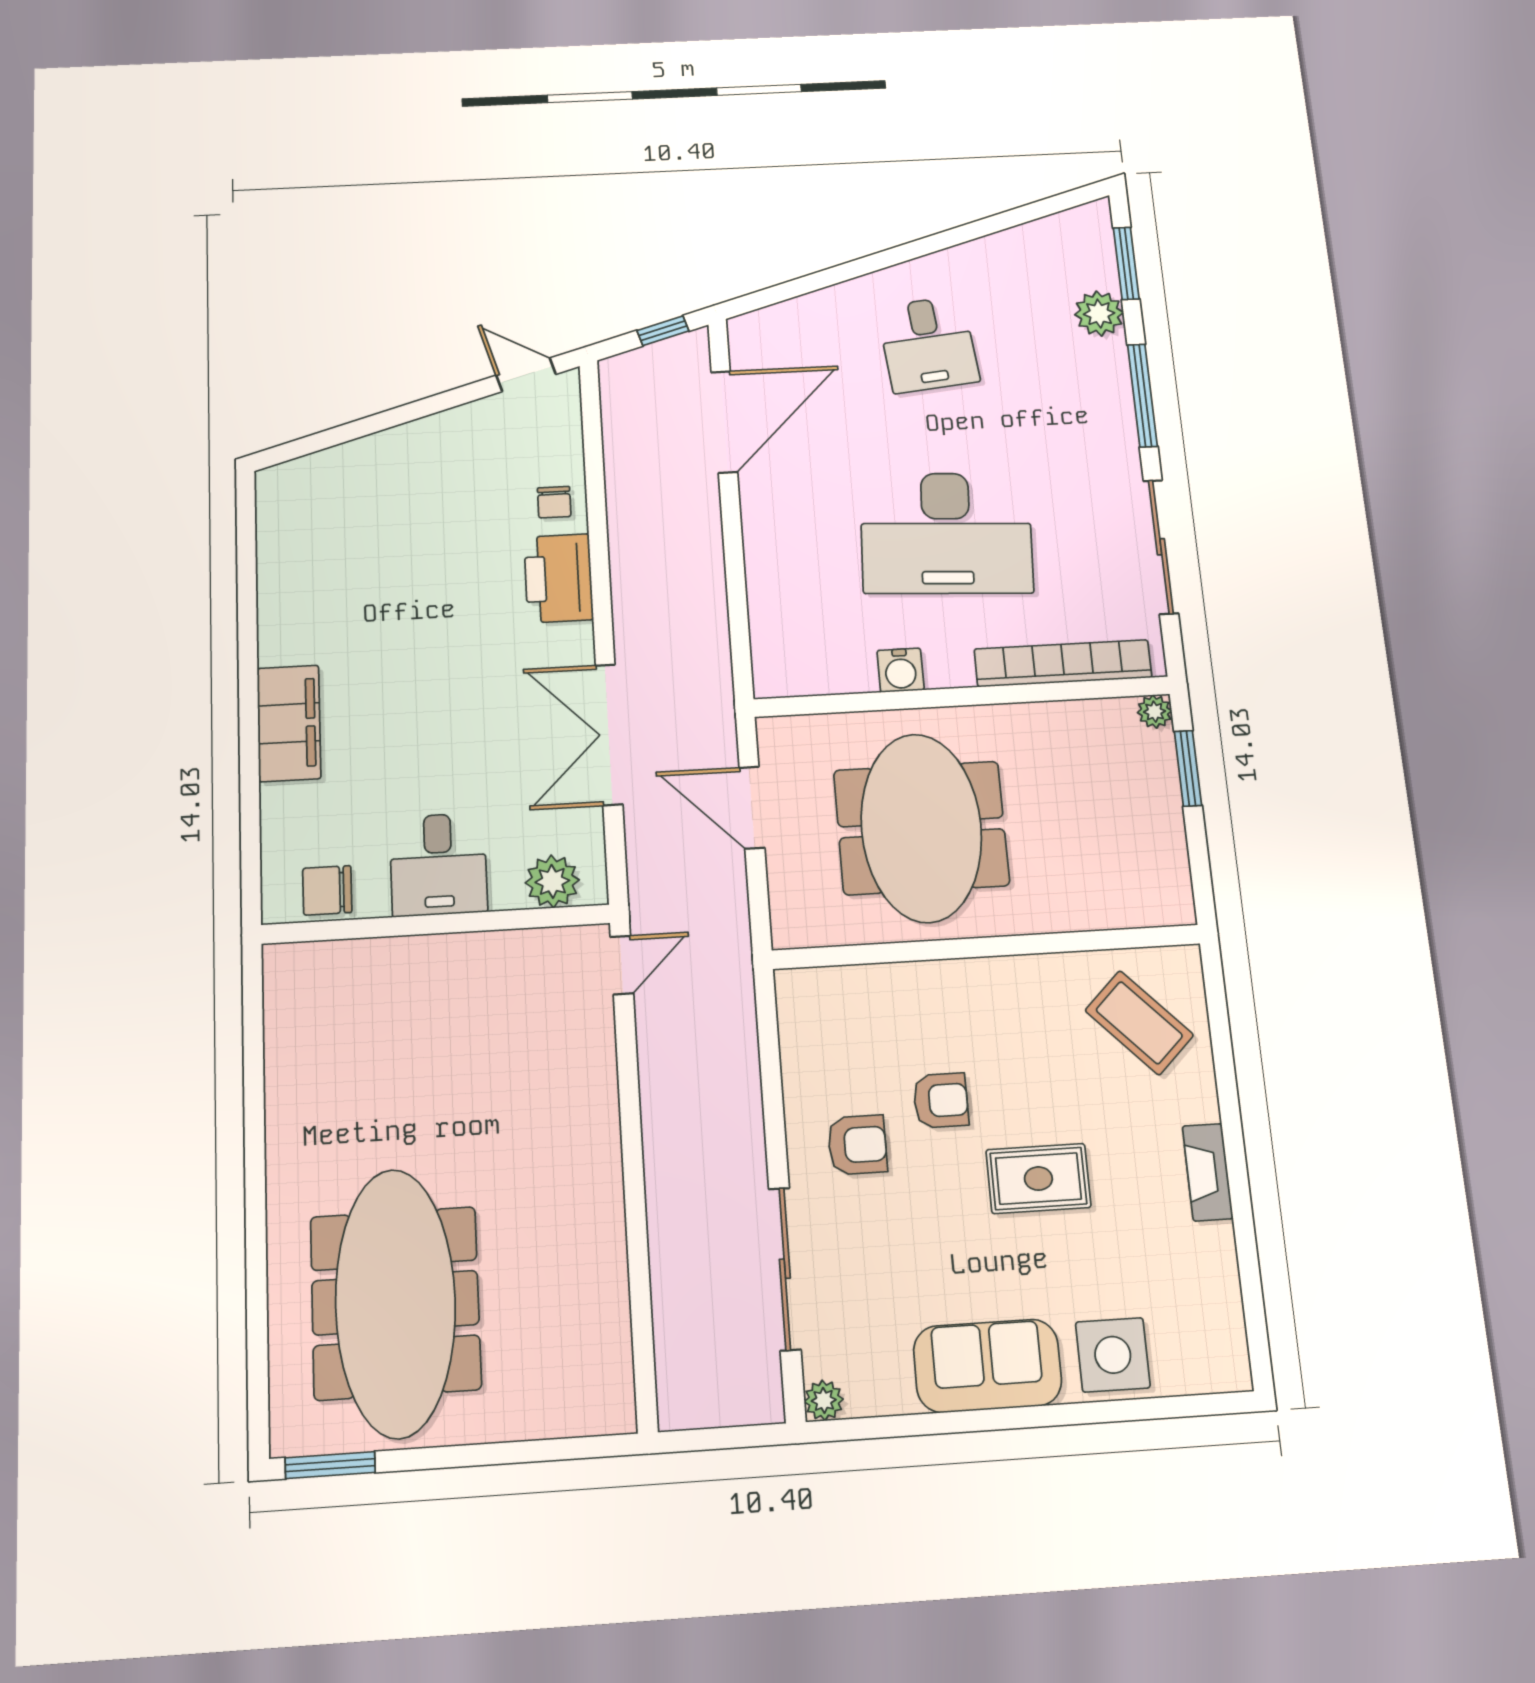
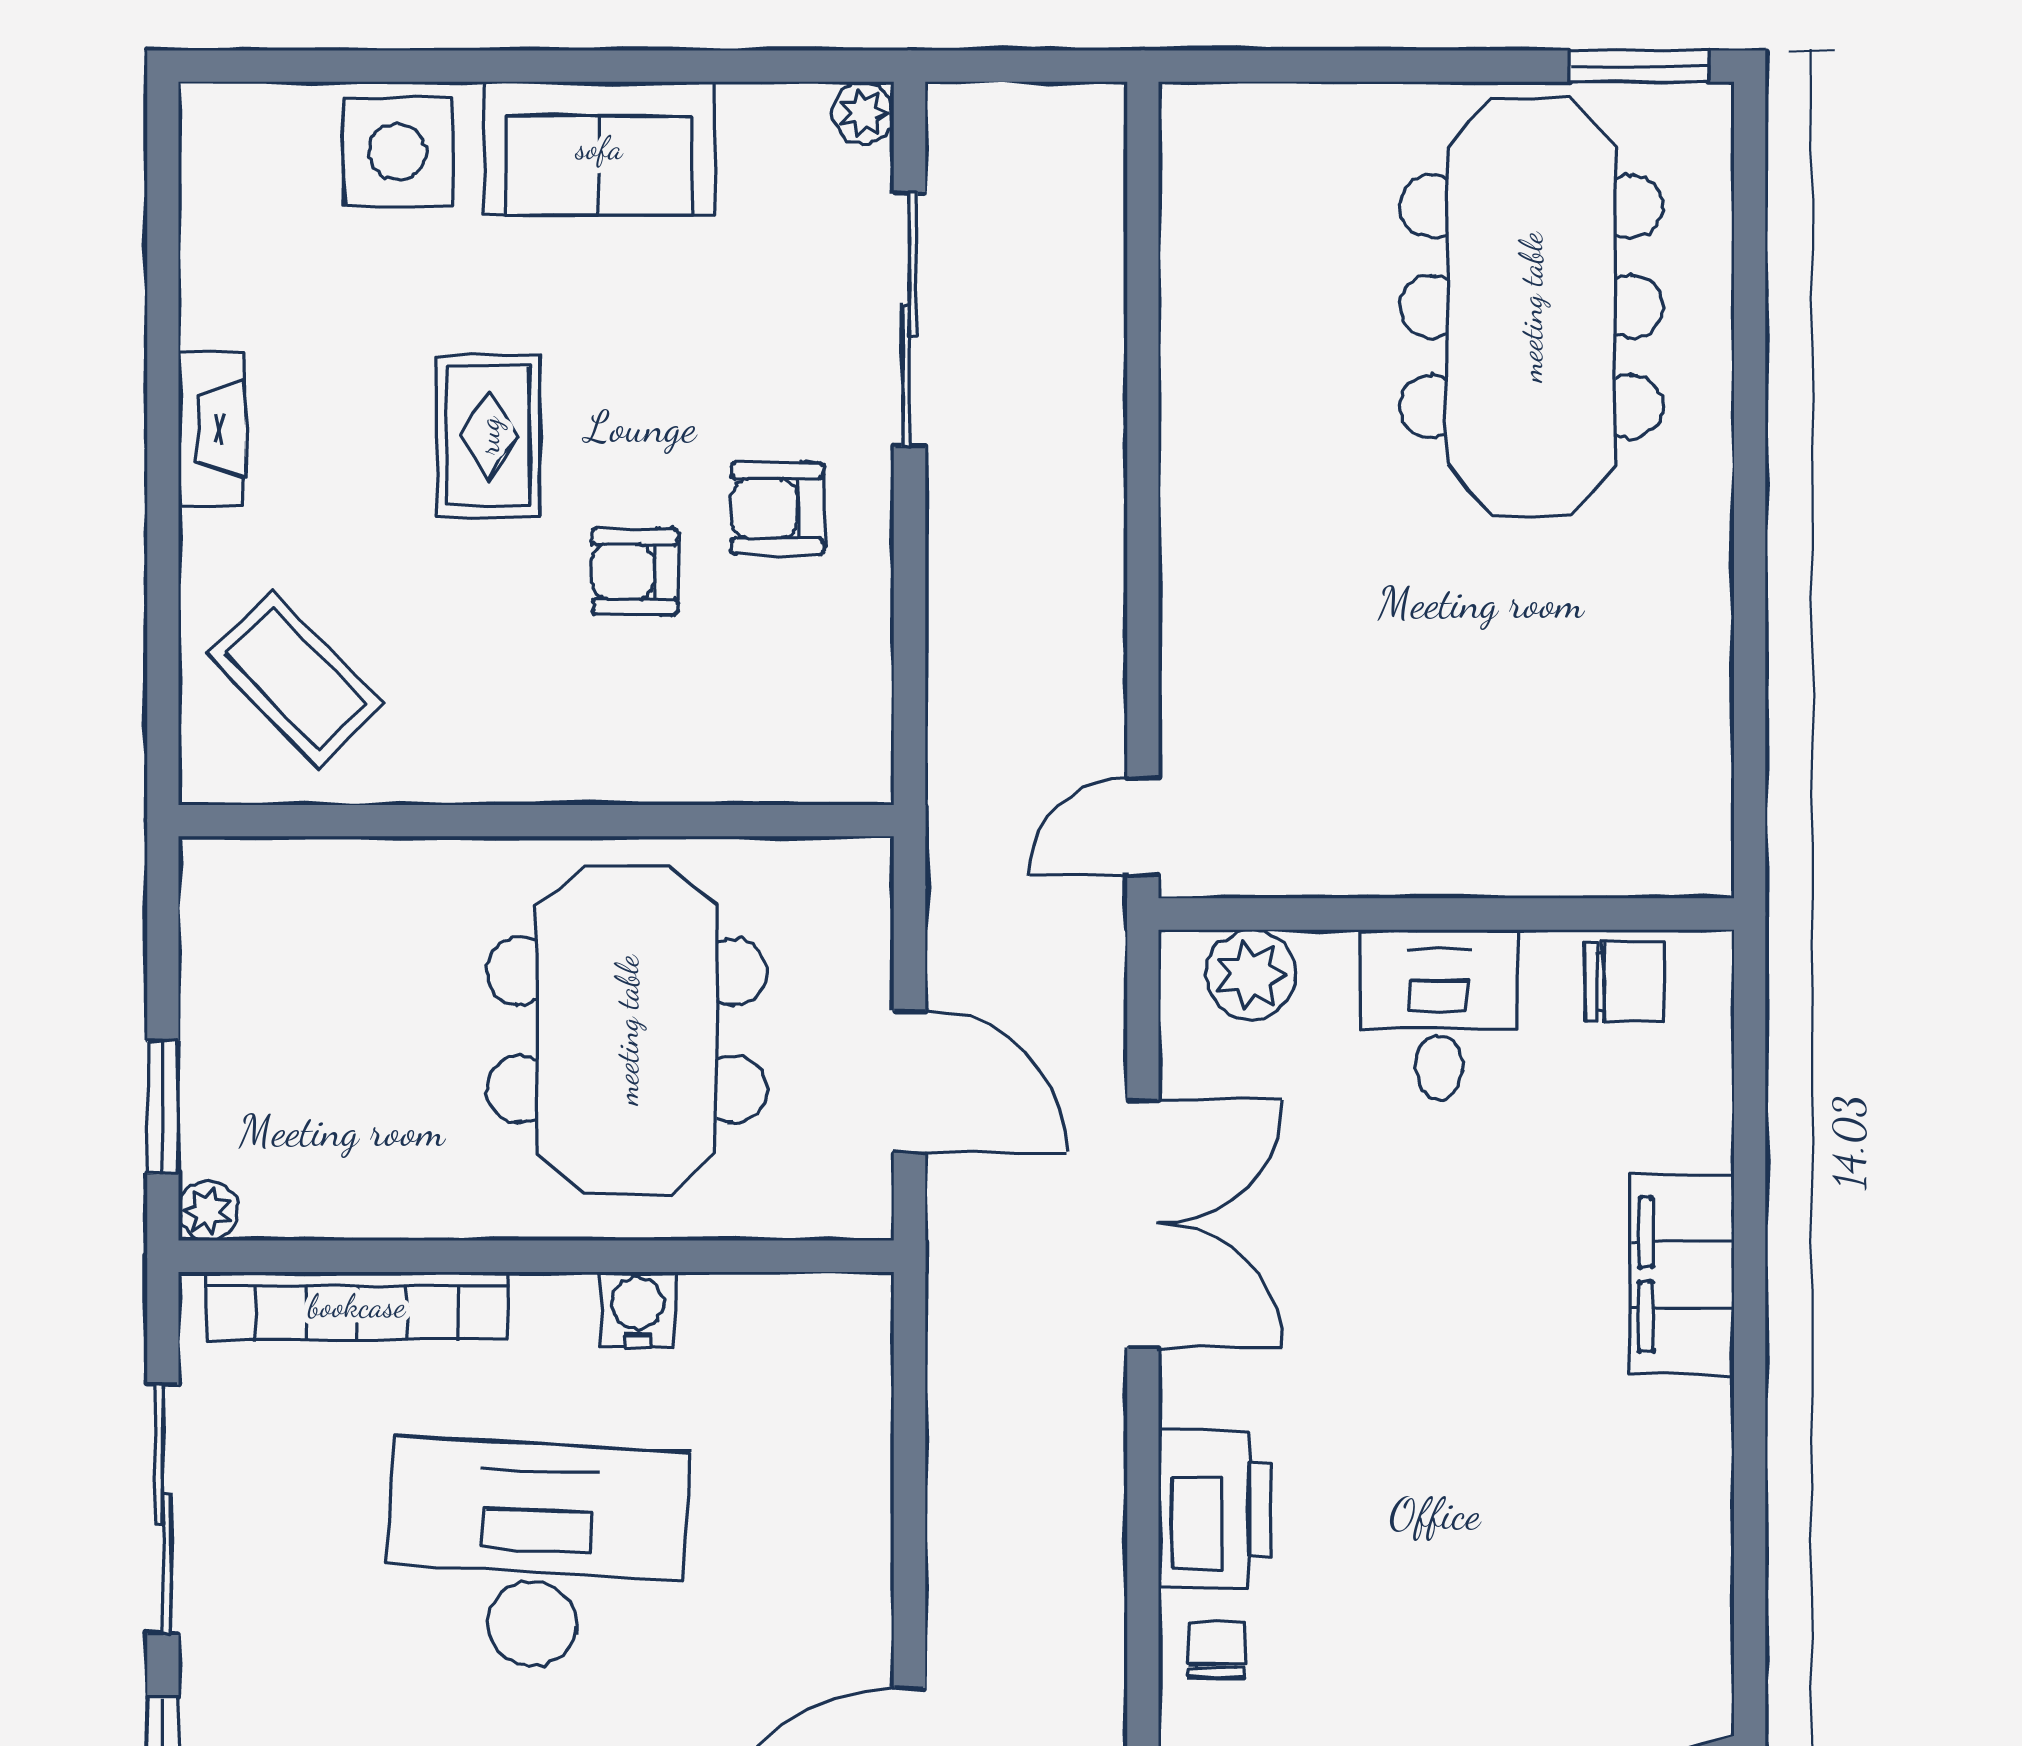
rug: (1038, 1179) -> (488, 436), turned 90

